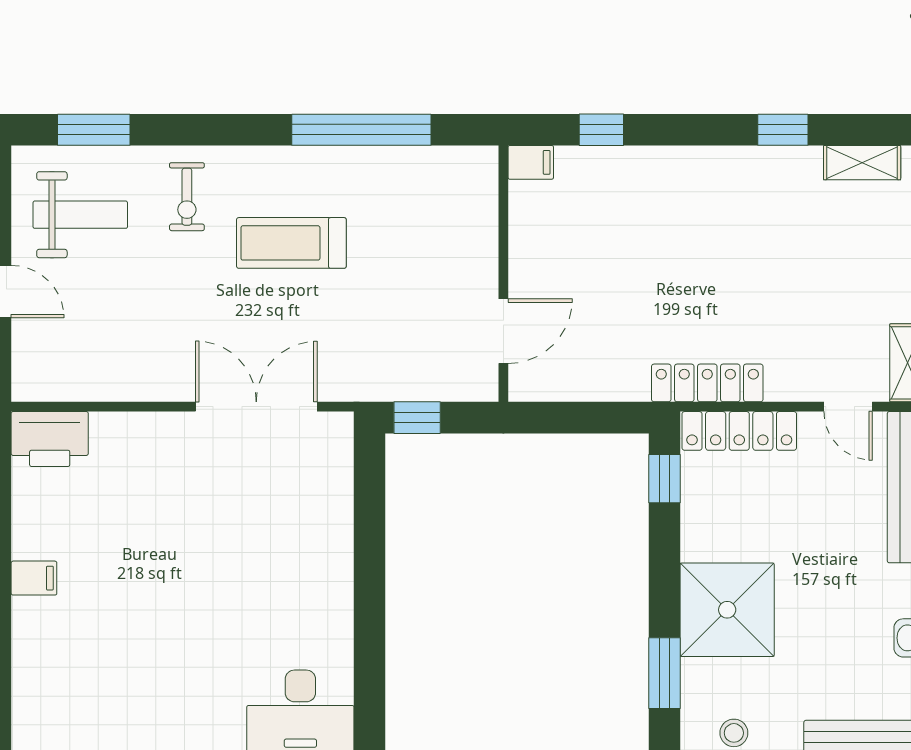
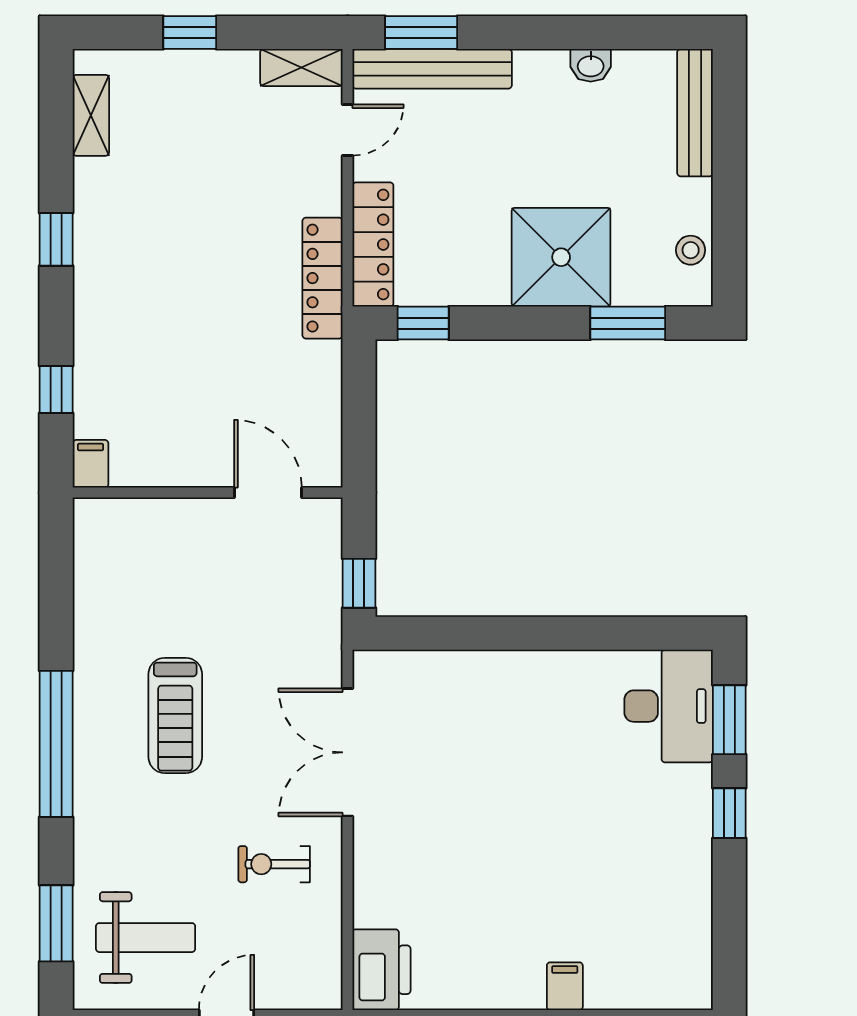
window: (361, 130) -> (56, 744), moved
window: (783, 130) -> (56, 239), moved
exercise bike: (187, 197) -> (274, 864), moved, turned 180
weight bench: (80, 215) -> (146, 938), turned 90
filing cabinet: (34, 578) -> (565, 986), moved

